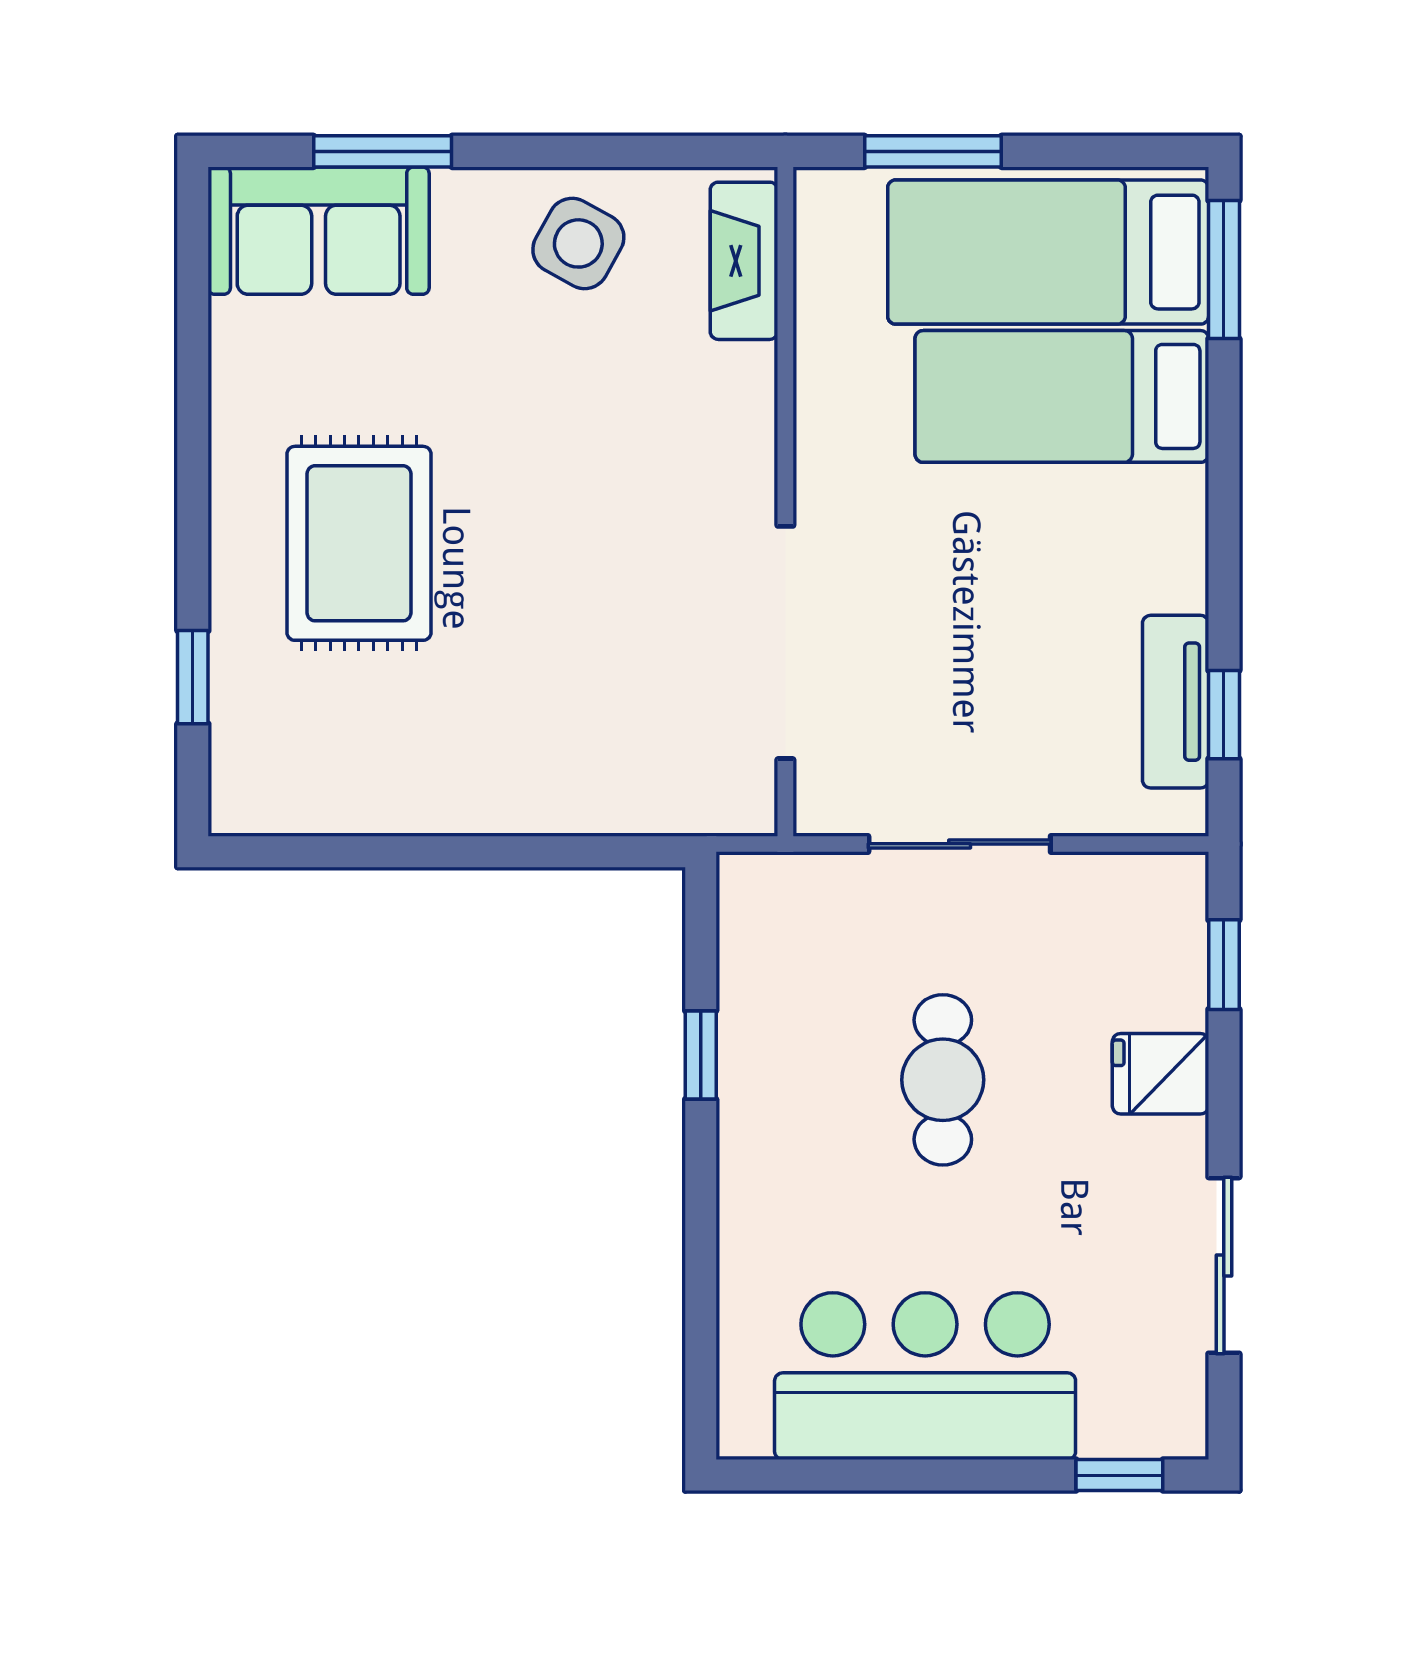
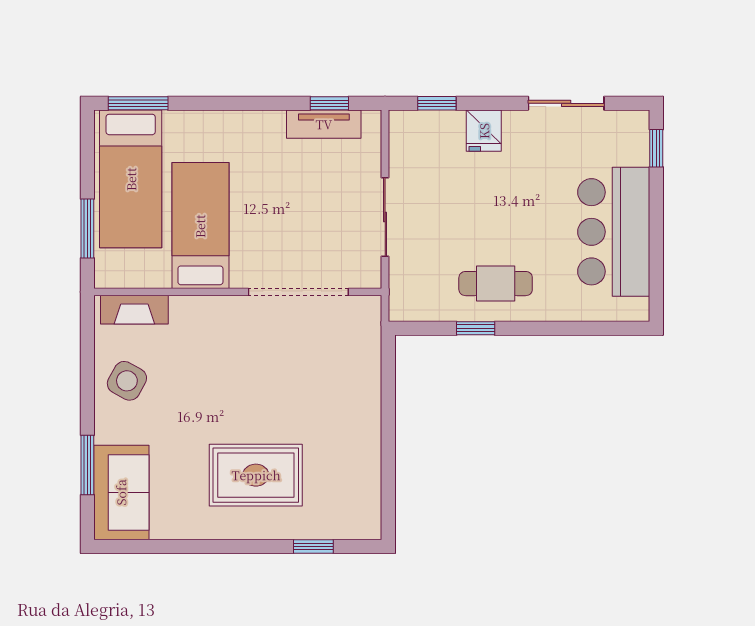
bed: (1062, 396) -> (200, 226), moved, turned 180
cafe table: (943, 1080) -> (496, 284), moved

